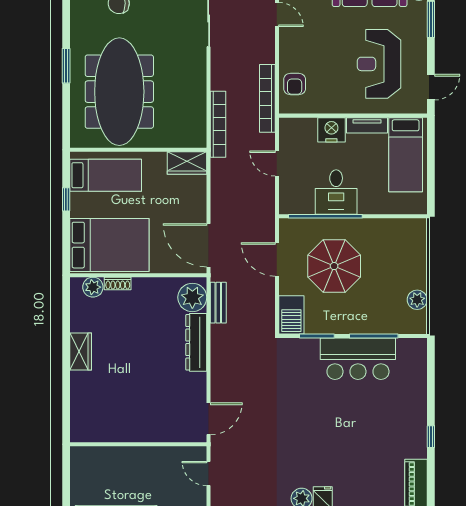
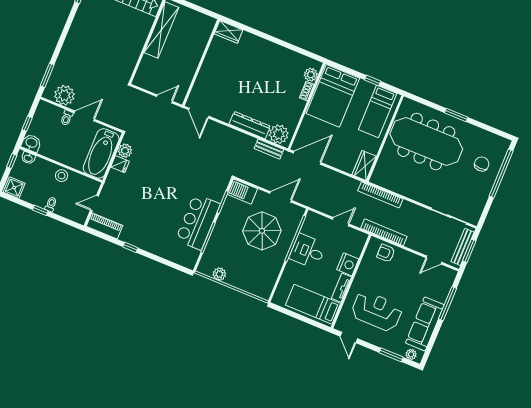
wardrobe: (81, 352) -> (229, 32), moved

